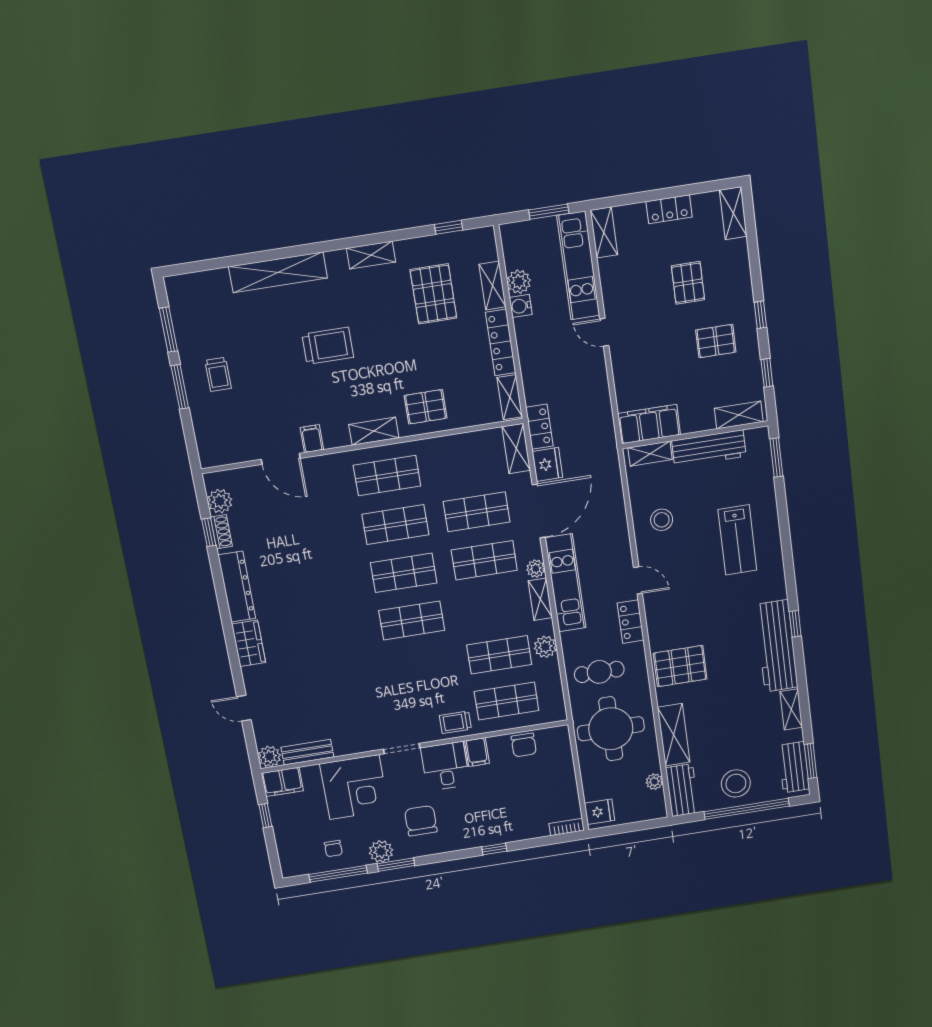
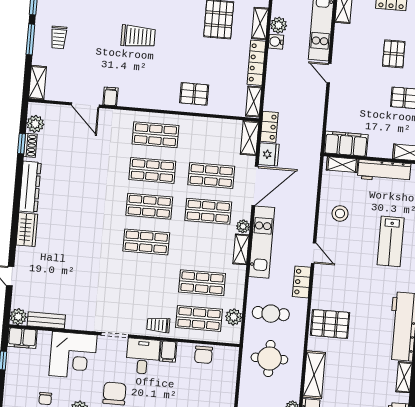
shelving: (374, 431) -> (38, 83), moved, turned 90
plant: (545, 647) -> (234, 317), moved
round table: (611, 729) -> (269, 358), width x0.73, depth x0.73

